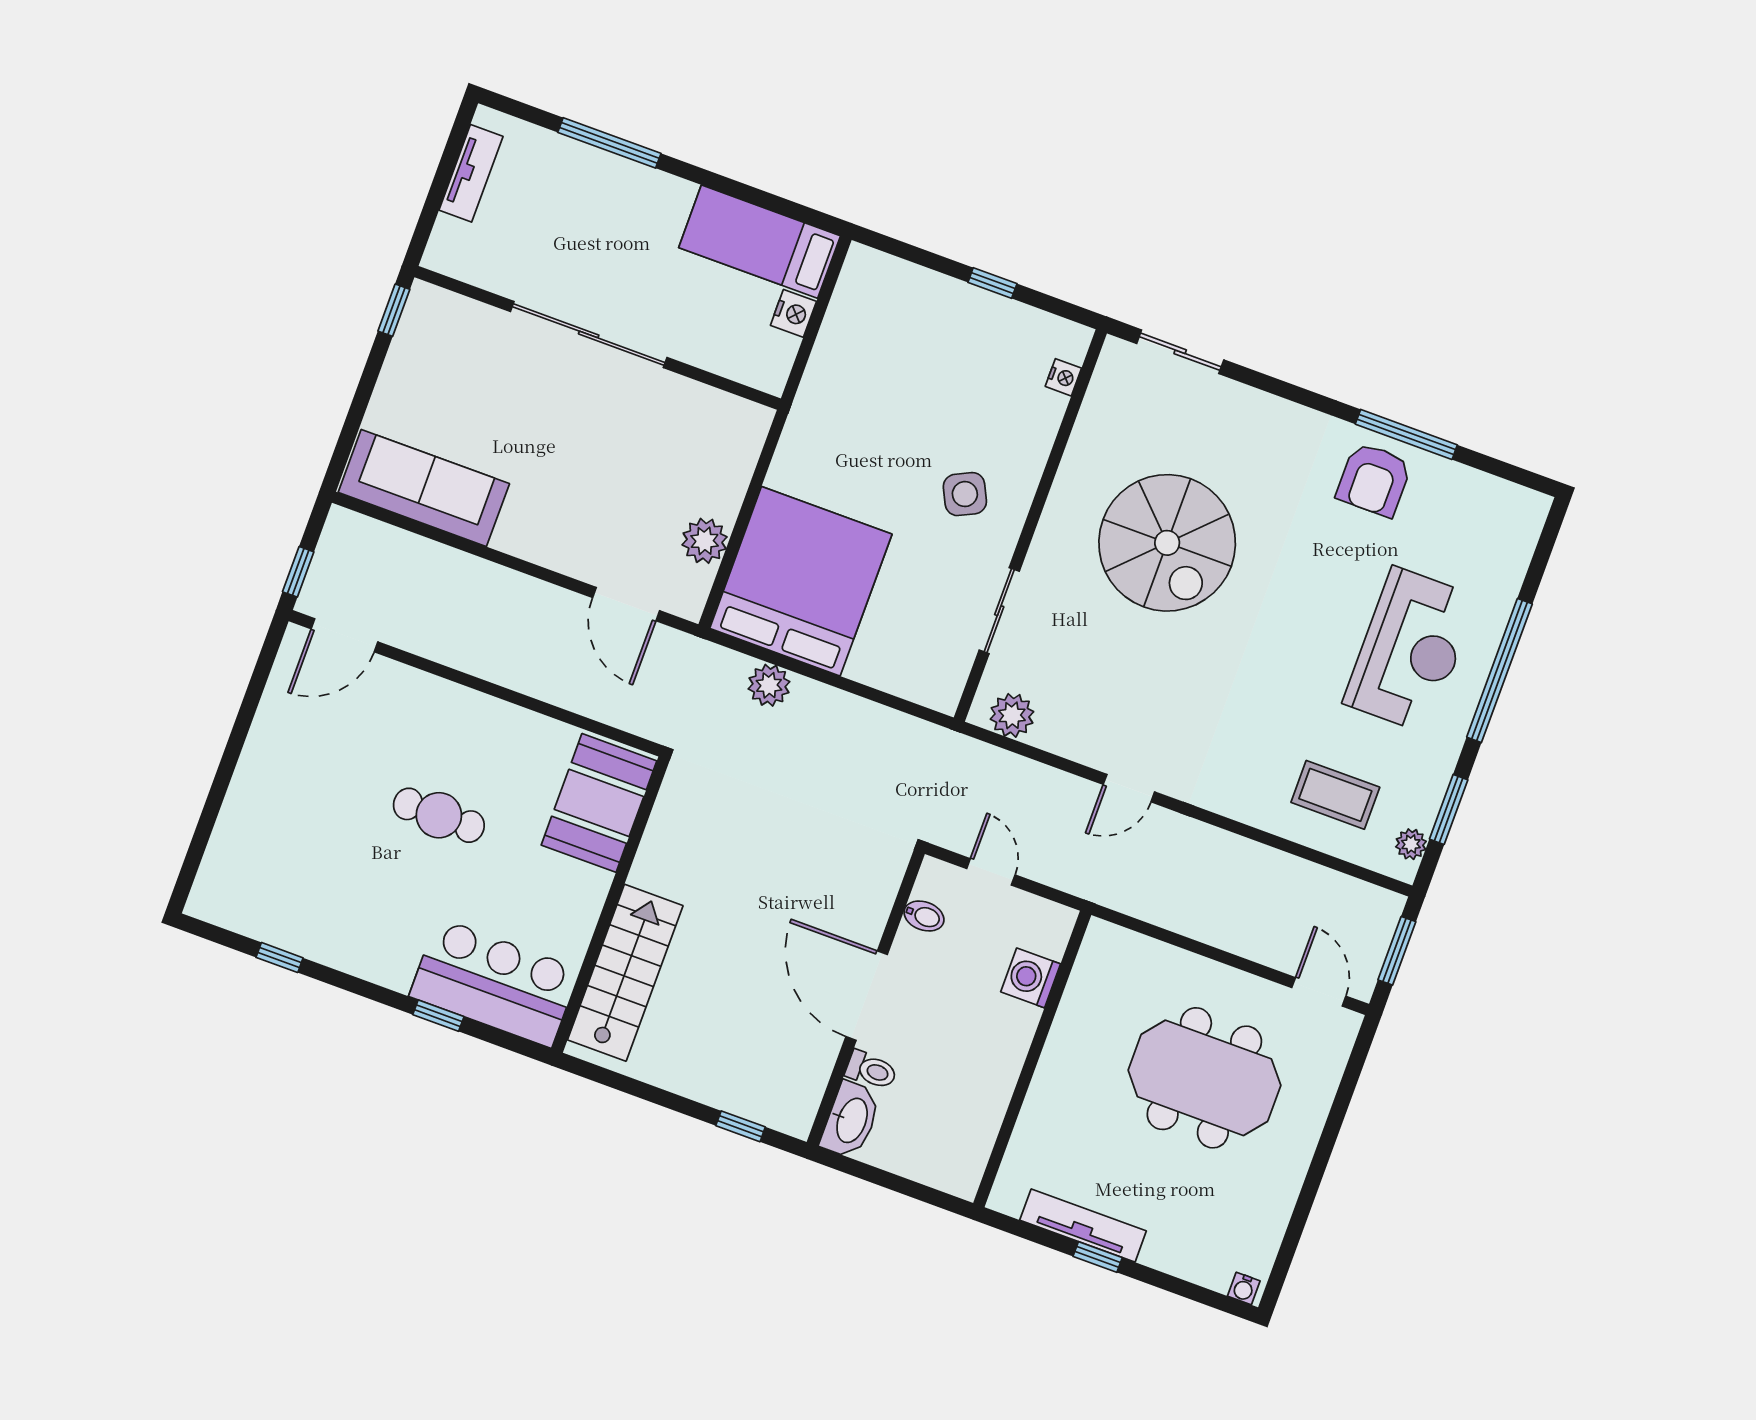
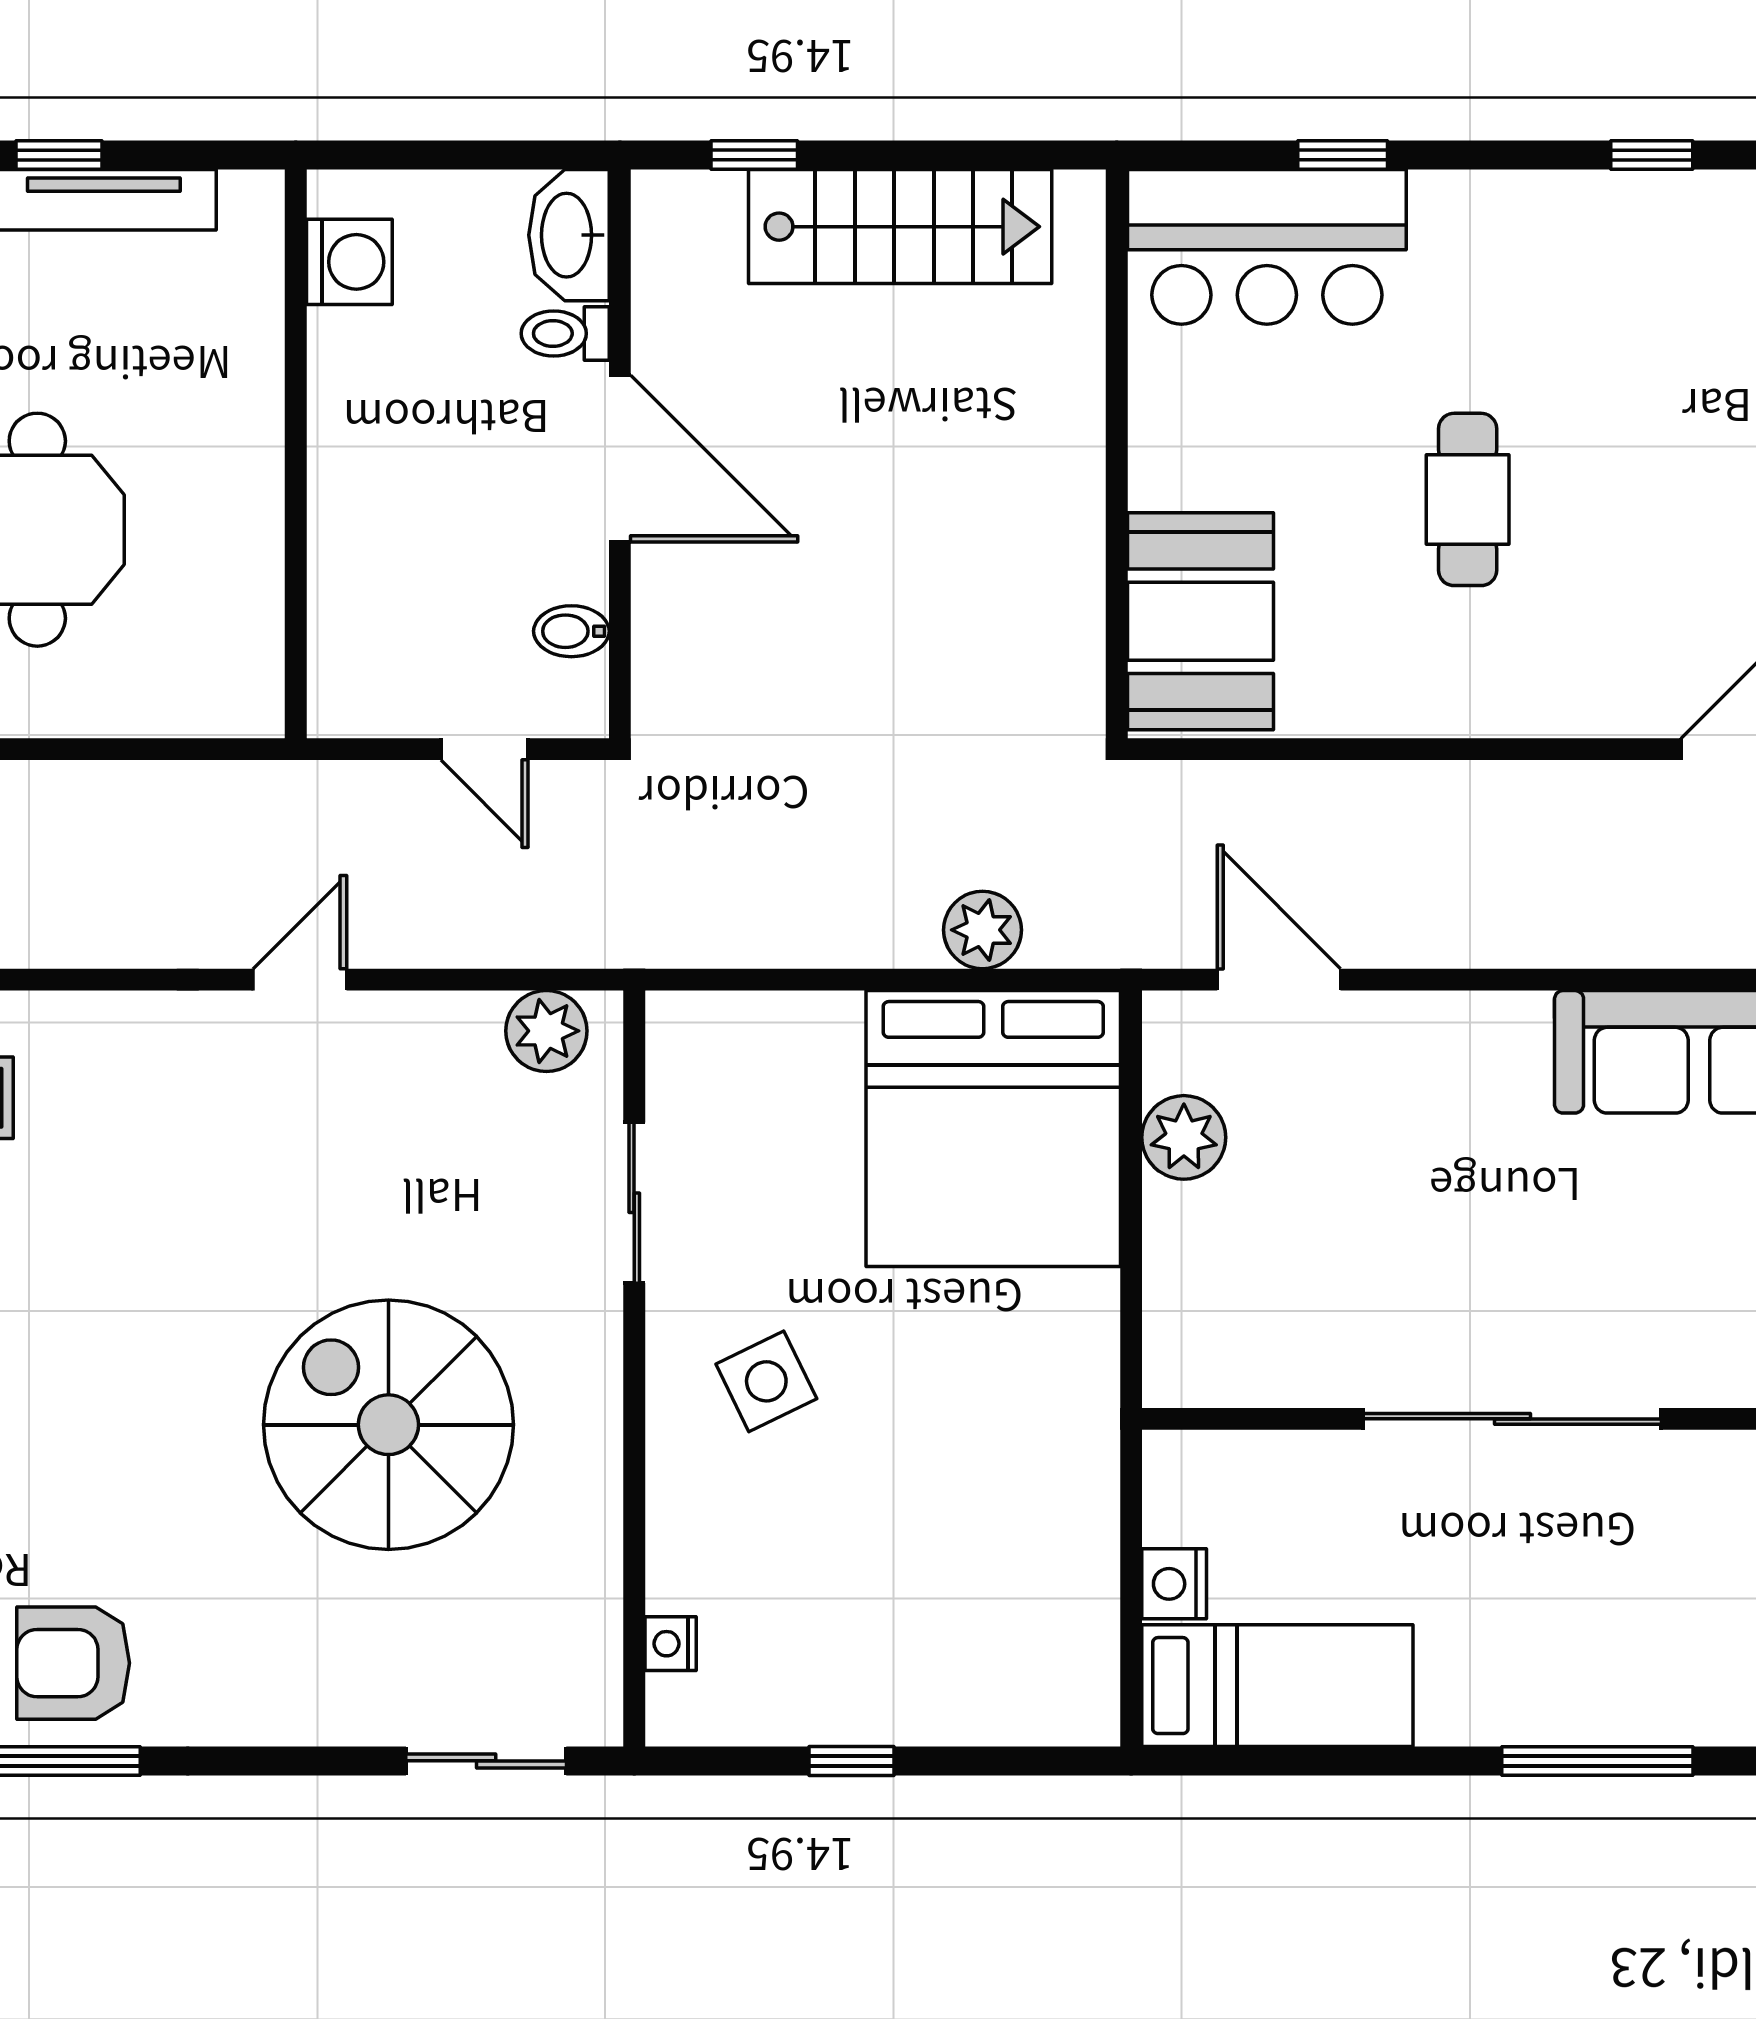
armchair: (1374, 480) -> (73, 1663), turned -90
cafe table: (439, 815) -> (1468, 499), turned 90
stairs: (625, 973) -> (900, 227), moved, turned -90
washing machine: (1031, 978) -> (349, 262), moved

